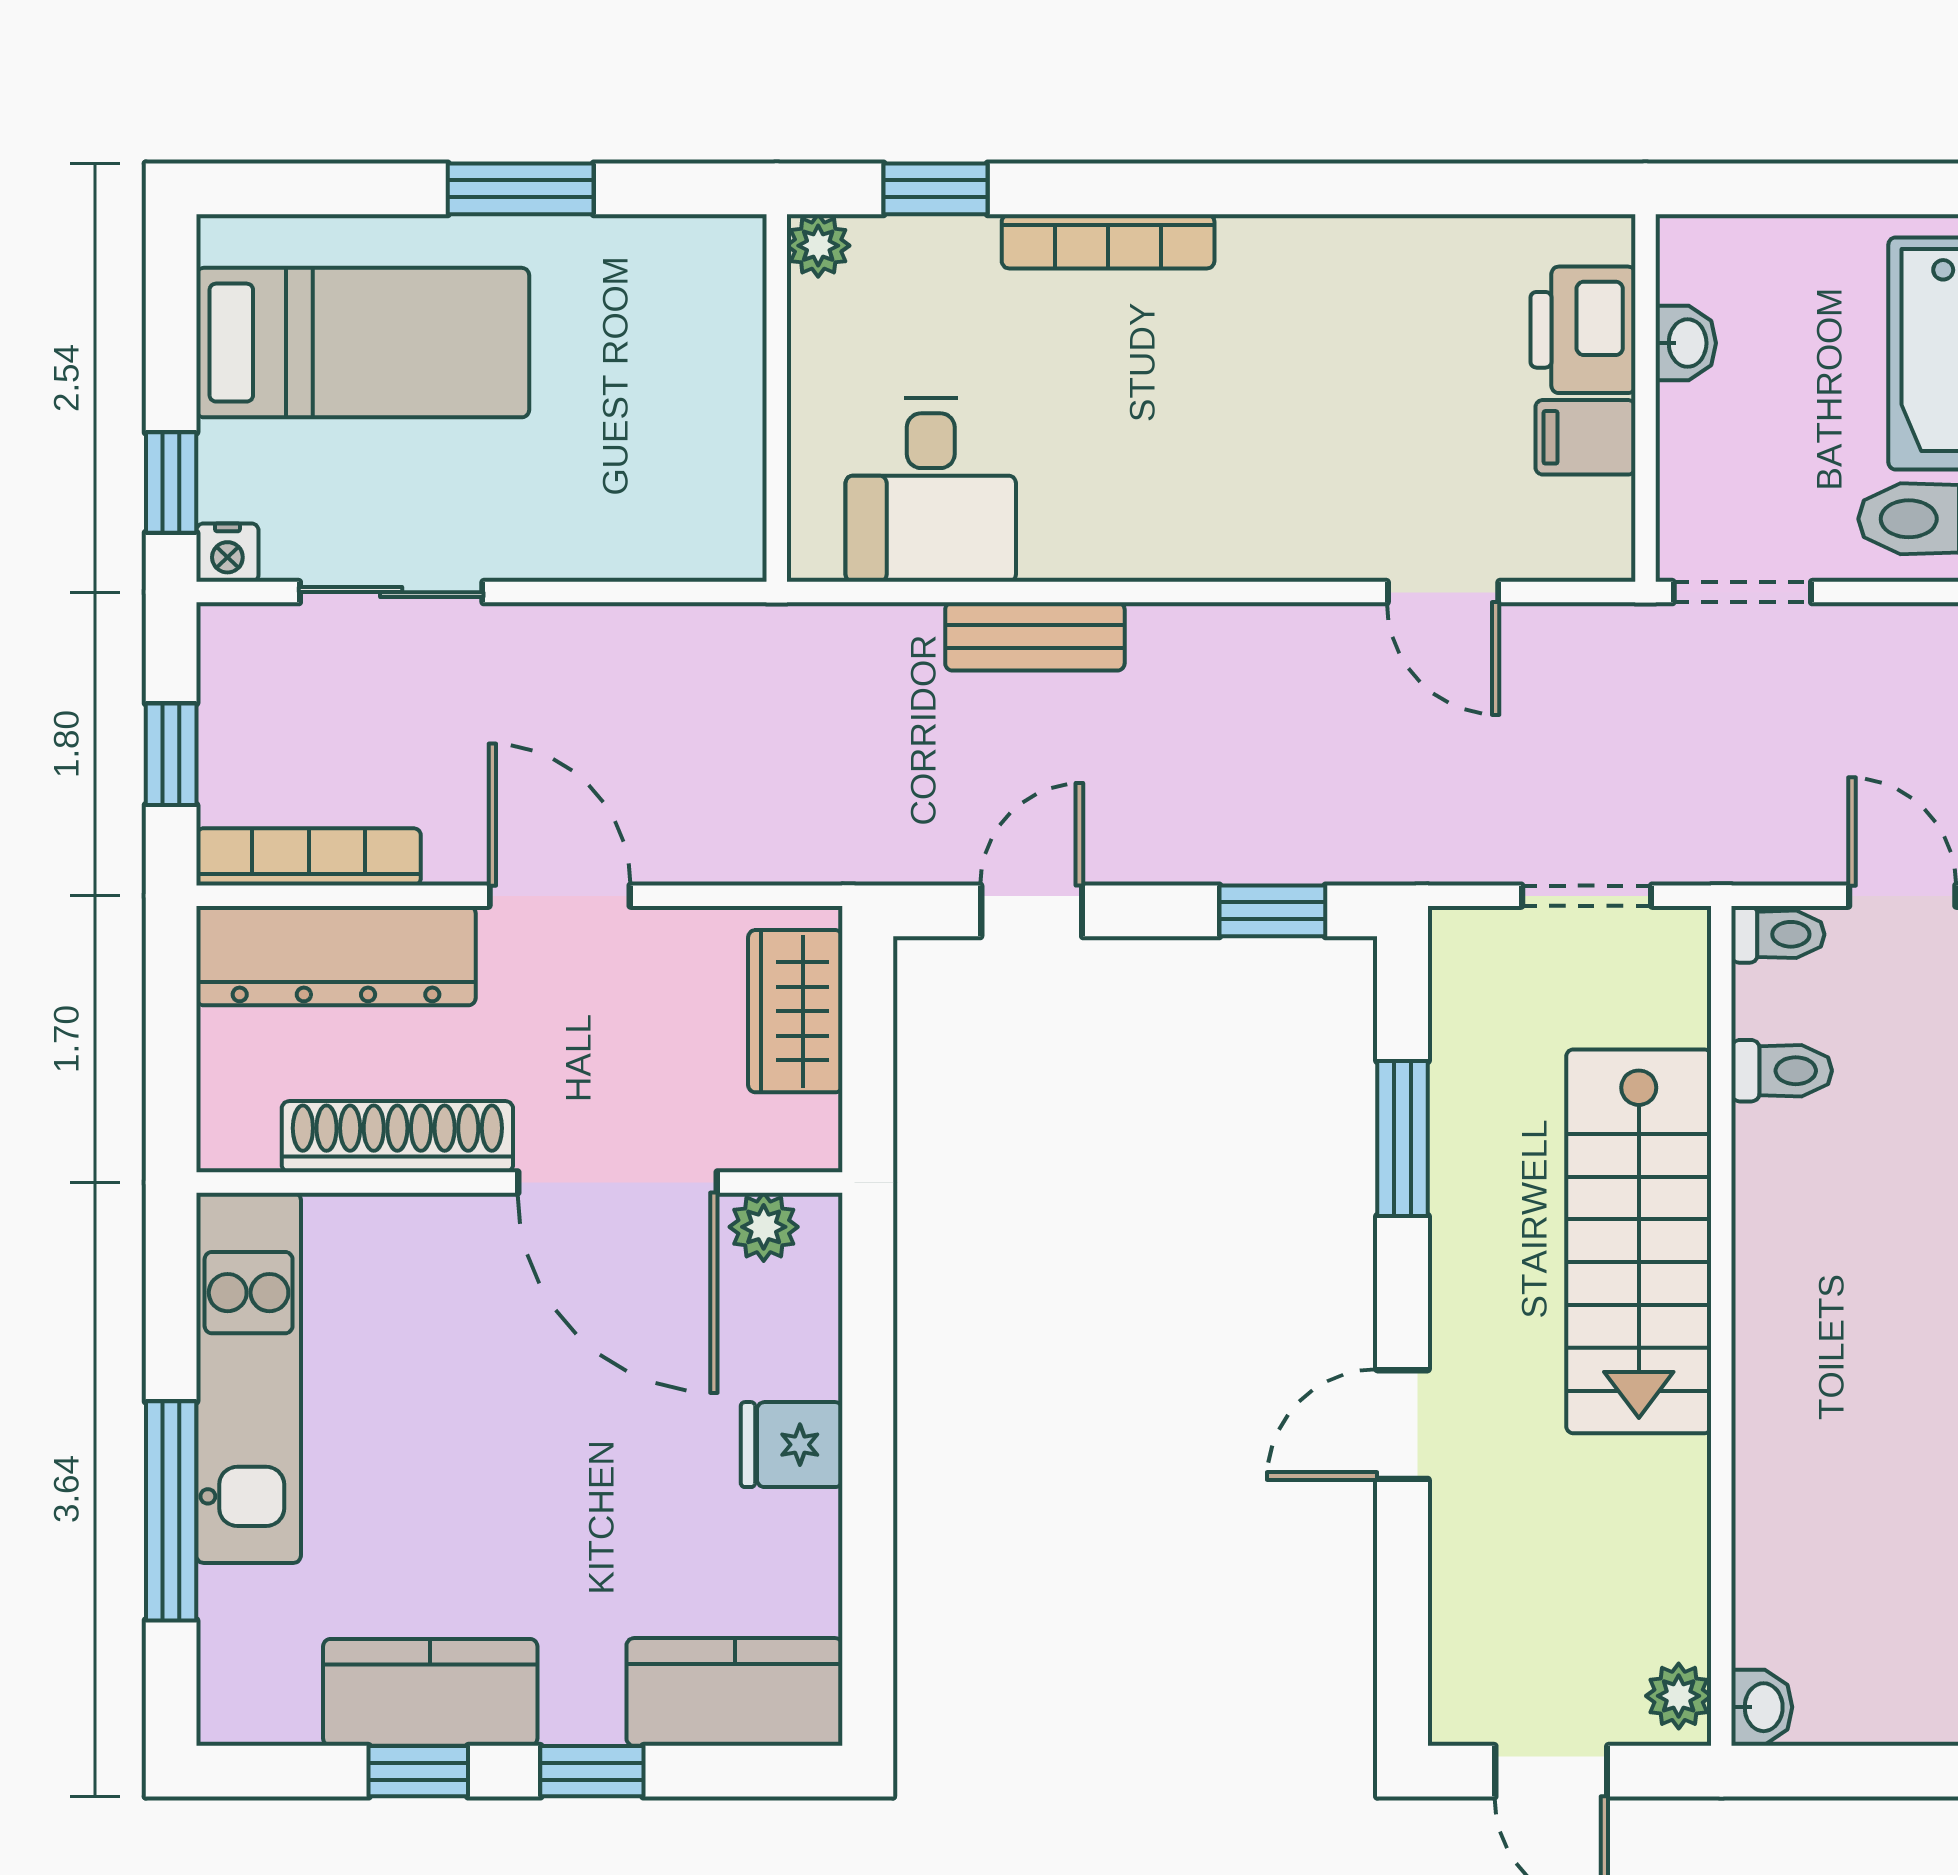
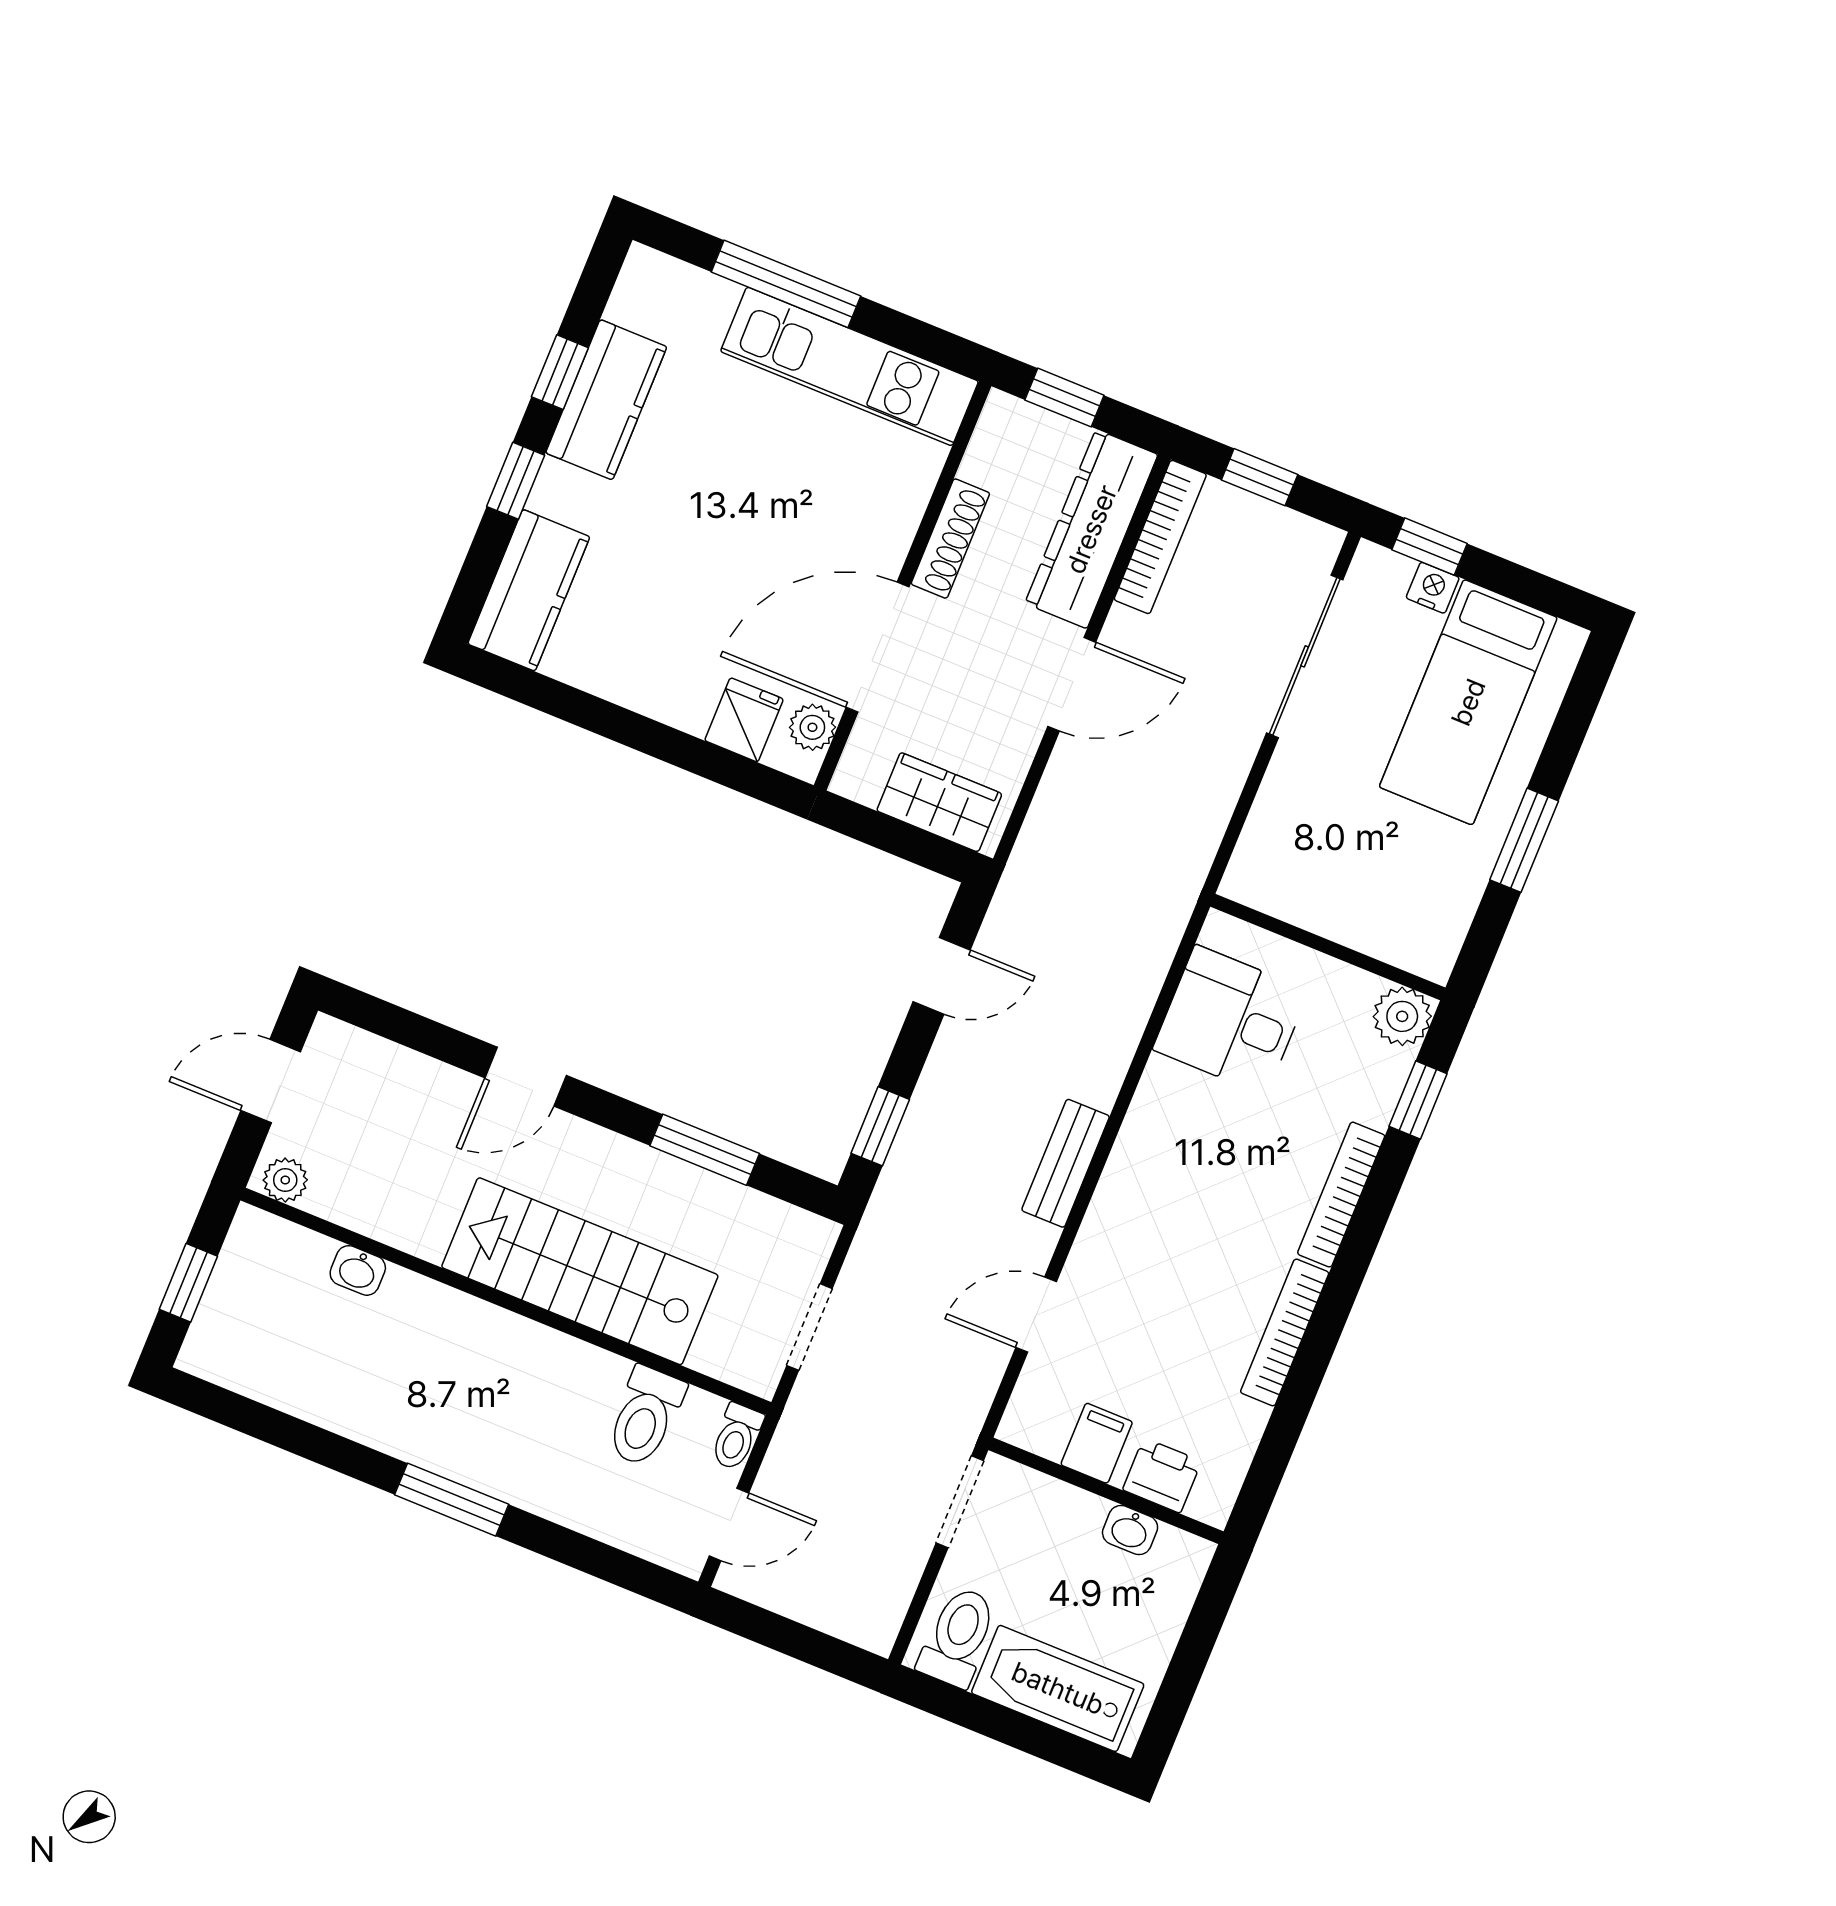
bookcase: (1329, 242) -> (1285, 1332), added
plant: (818, 246) -> (1402, 1016), width x1.38, depth x1.38
printer: (1583, 330) -> (1162, 1475), width x0.73, depth x0.81
nightstand: (227, 553) -> (1433, 588), moved, turned 90
sliding door: (391, 592) -> (1305, 656), width x1.37
bench: (1035, 636) -> (1066, 1163), moved
door: (1032, 911) -> (942, 976), hinge flipped
window: (171, 1066) -> (1064, 398), added
toilet: (1782, 1071) -> (645, 1416), width x1.37, depth x1.39
shoe rack: (397, 1137) -> (950, 539), width x0.74, depth x0.81
door: (1403, 1425) -> (526, 1077), swing flipped
fridge: (792, 1445) -> (744, 720), moved
washbasin: (1762, 1707) -> (358, 1270), moved
window: (1873, 1771) -> (188, 1283), added

